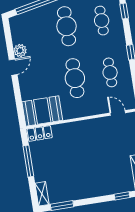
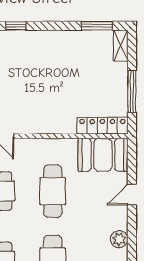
door: (13, 67) -> (132, 195), moved
locker: (40, 133) -> (102, 126), width x1.53

